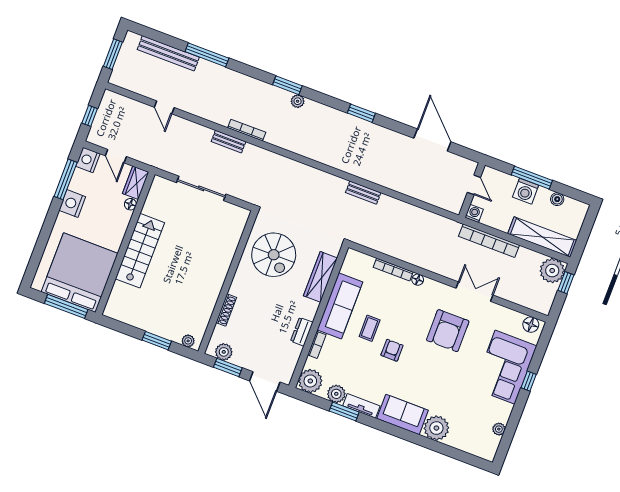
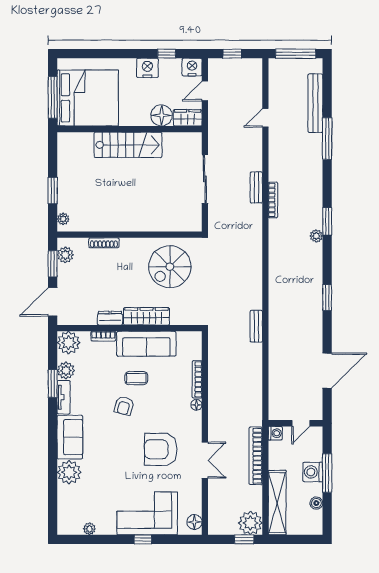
window: (113, 54) -> (296, 54), width x1.44
window: (66, 179) -> (167, 54), width x0.46
floor lamp: (130, 204) -> (162, 115), width x1.89, depth x1.89
wardrobe: (320, 277) -> (147, 316), moved
armchair: (392, 350) -> (124, 406), turned 105

